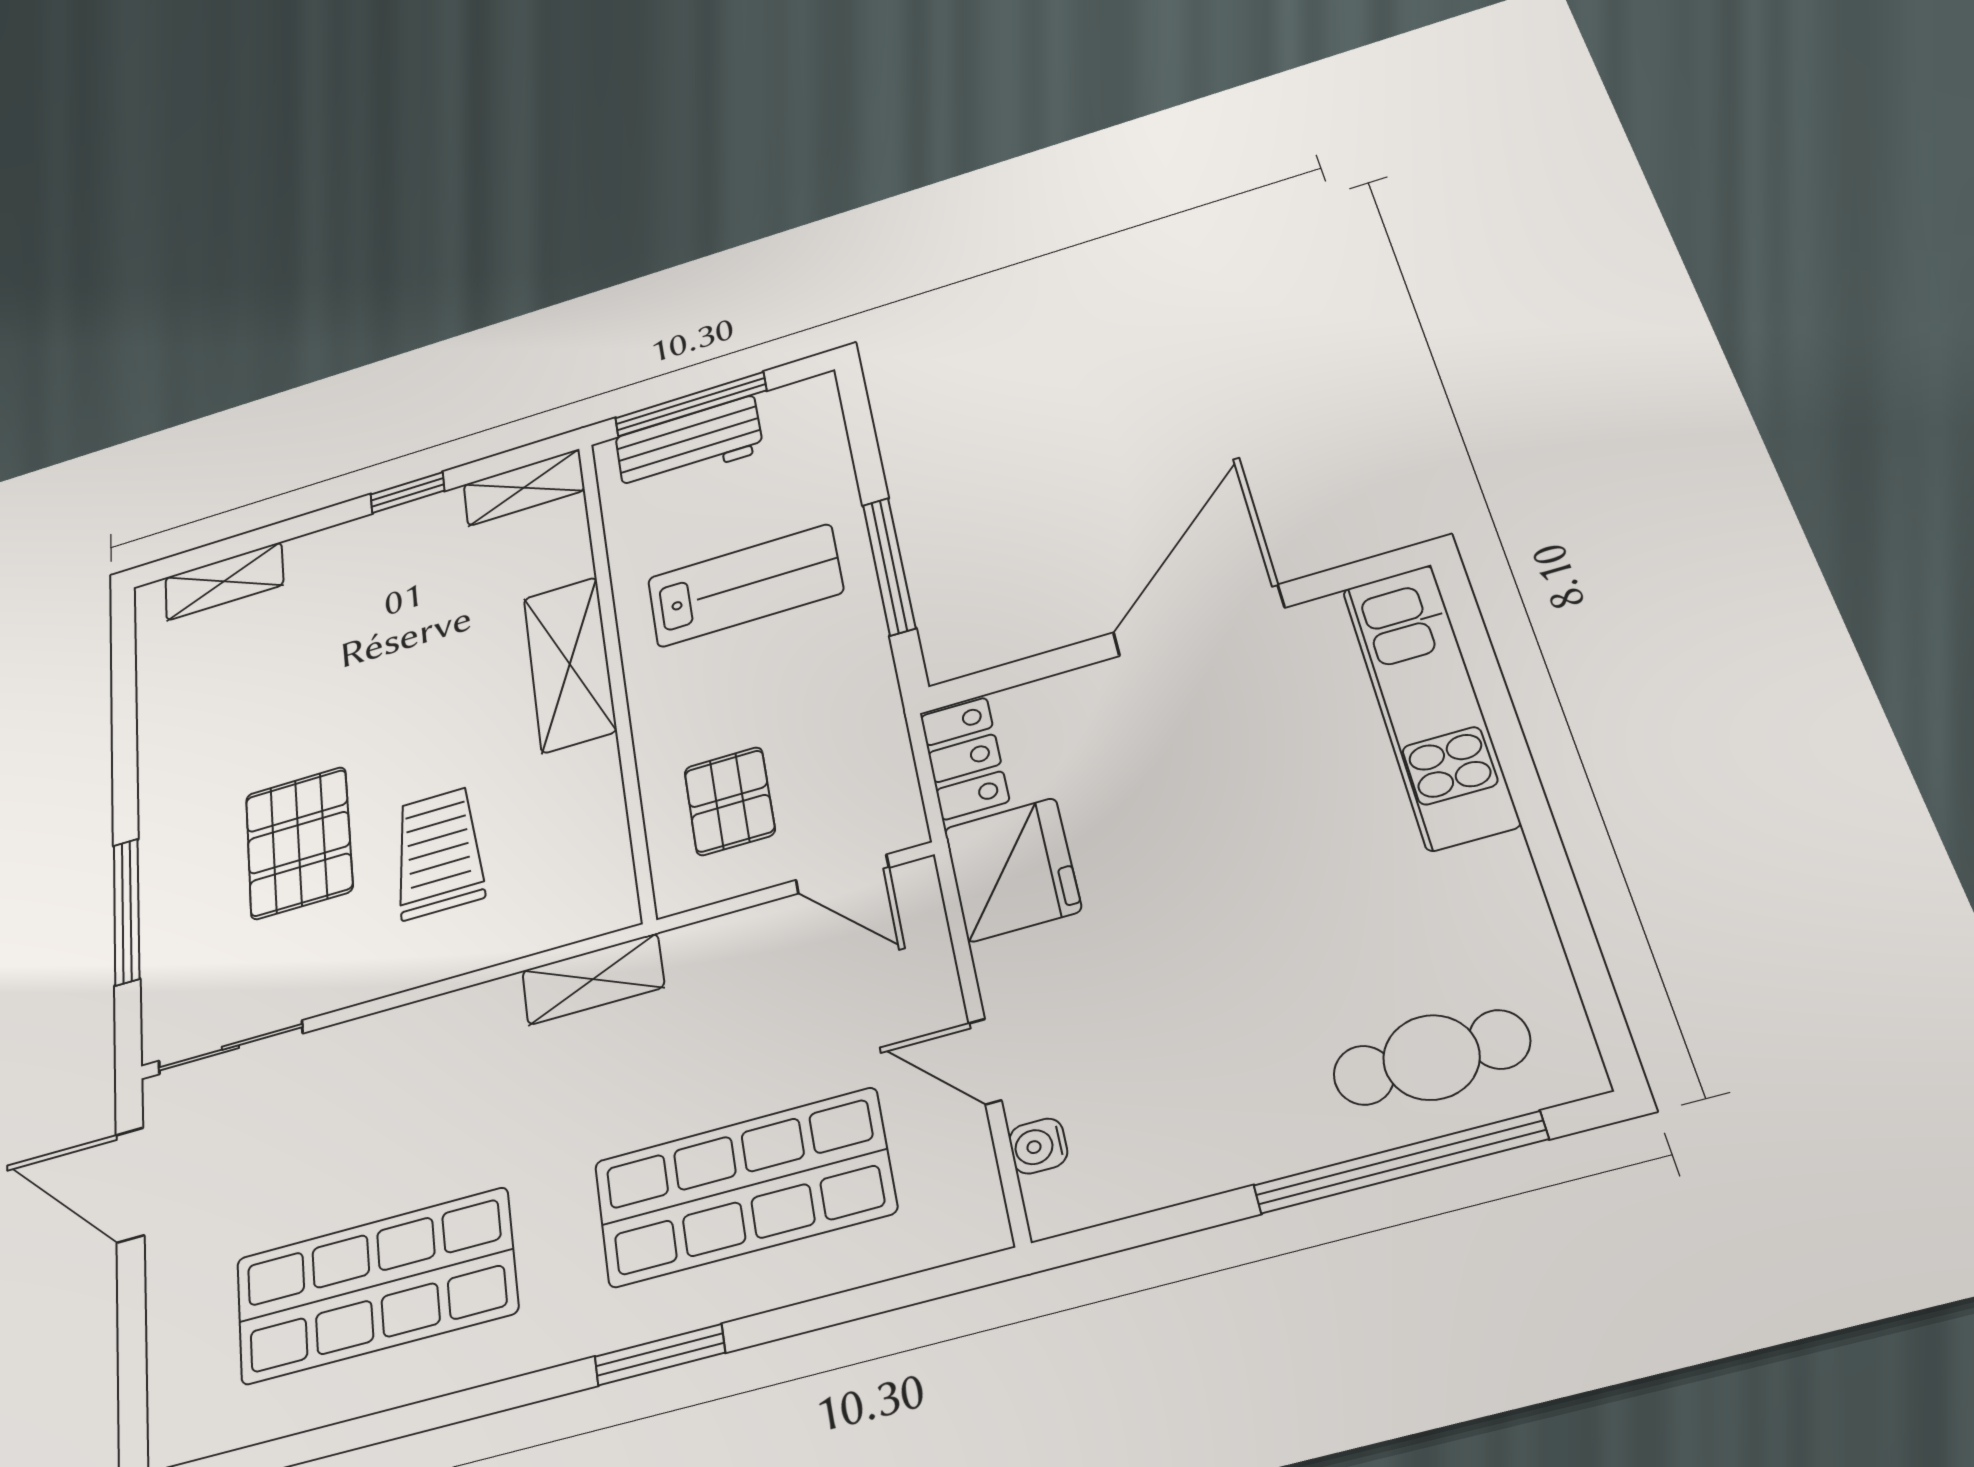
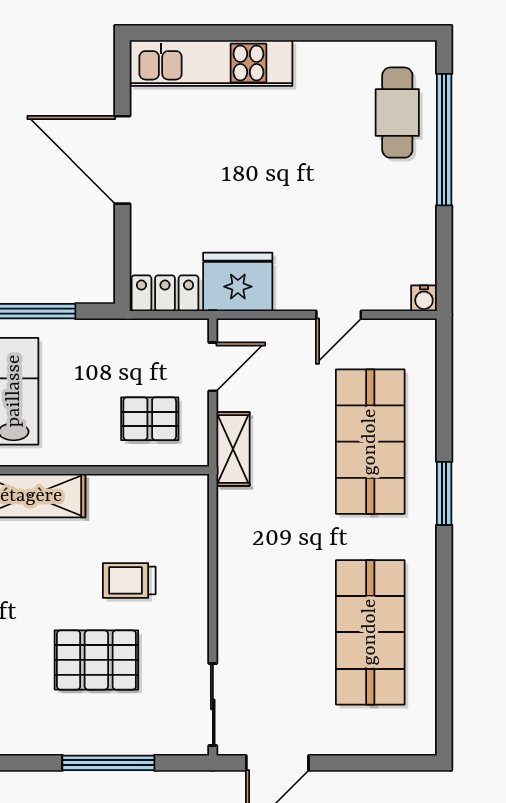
trolley: (439, 852) -> (129, 580), width x0.73, depth x0.72
shelving: (593, 979) -> (233, 449), moved
water cooler: (1038, 1146) -> (424, 298), moved

